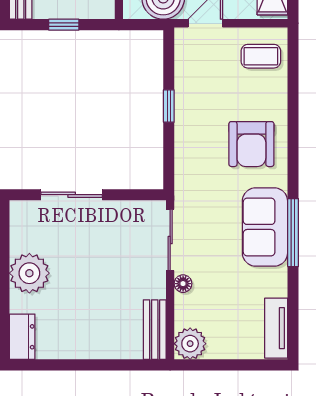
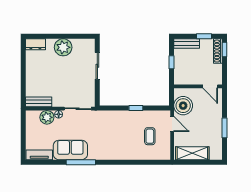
coffee table: (261, 56) -> (150, 136), moved
armchair: (251, 144) -> (119, 144), removed
sofa: (265, 227) -> (70, 150), moved
plant: (190, 344) -> (47, 117), moved

